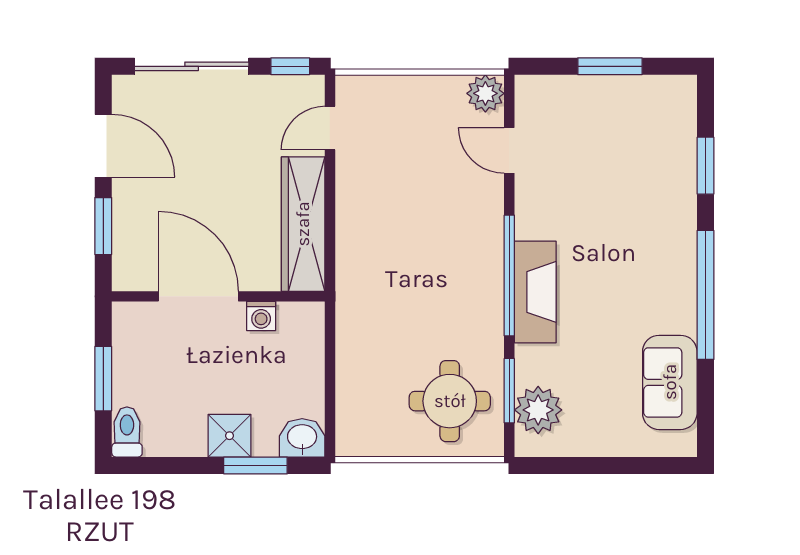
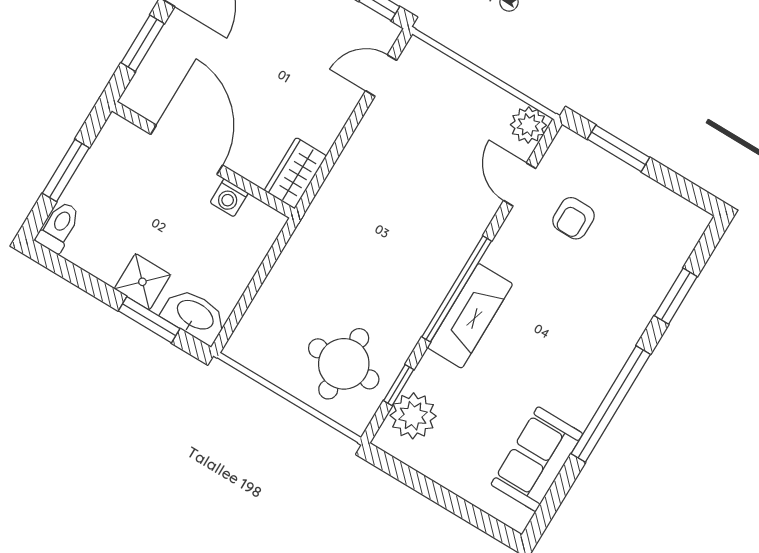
window: (610, 66) -> (619, 148), moved
armchair: (574, 152) -> (573, 218), added
wardrobe: (303, 224) -> (295, 173), width x0.48, depth x0.85
window: (509, 391) -> (399, 385), width x0.67
washbasin: (302, 438) -> (195, 316), width x1.38

